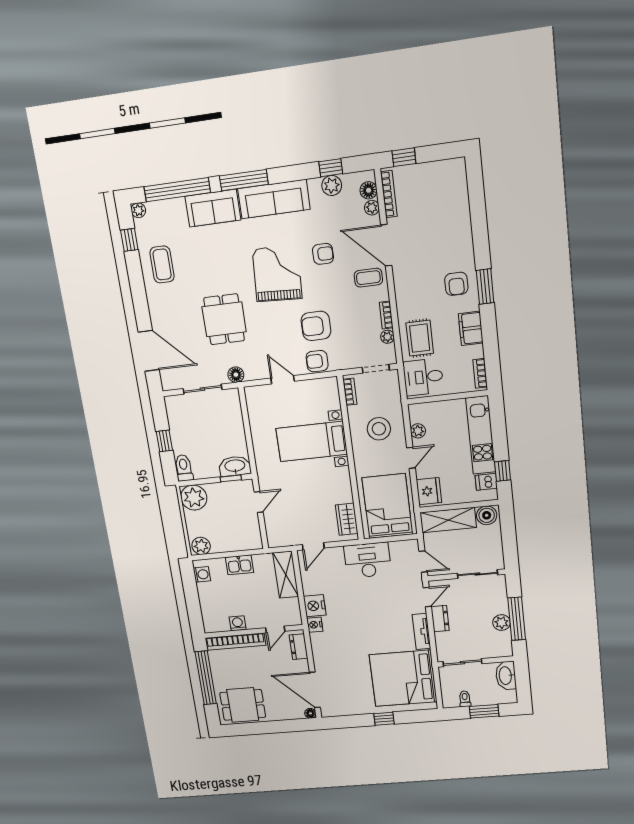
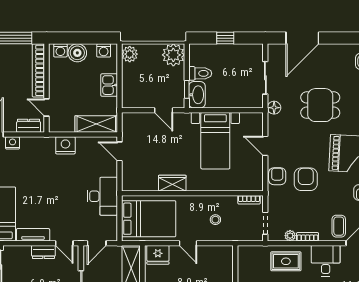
desk: (423, 377) -> (326, 261), moved
door: (283, 380) -> (265, 146), swing flipped
stool: (379, 429) -> (215, 220), width x0.53, depth x0.53
plant: (418, 431) -> (210, 251), removed
bed with nightstands: (312, 441) -> (215, 141), moved, turned 180
toilet: (184, 468) -> (200, 73), moved
wardrobe: (347, 519) -> (172, 183), moved
boiler: (209, 602) -> (77, 53), added
washing machine: (238, 623) -> (60, 50), moved, turned 90
nightstand: (315, 625) -> (13, 143), moved

